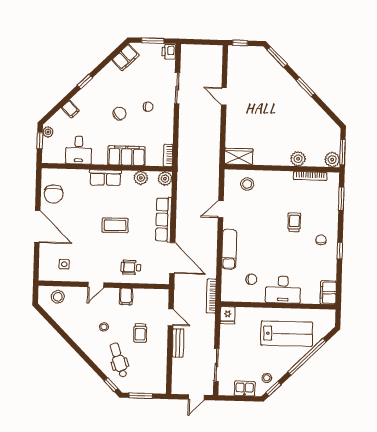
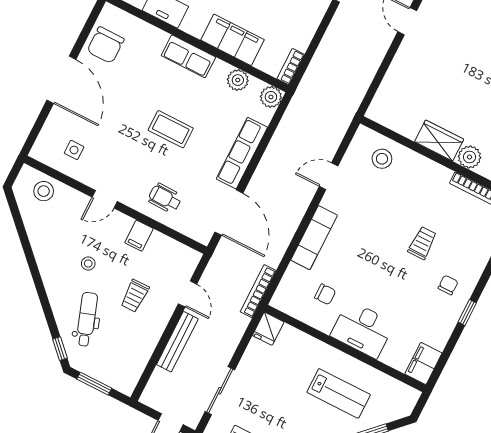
wardrobe: (239, 156) -> (439, 141), moved
lab bench: (287, 334) -> (339, 393), width x0.73, depth x0.72
bench: (178, 343) -> (177, 342), width x1.36

